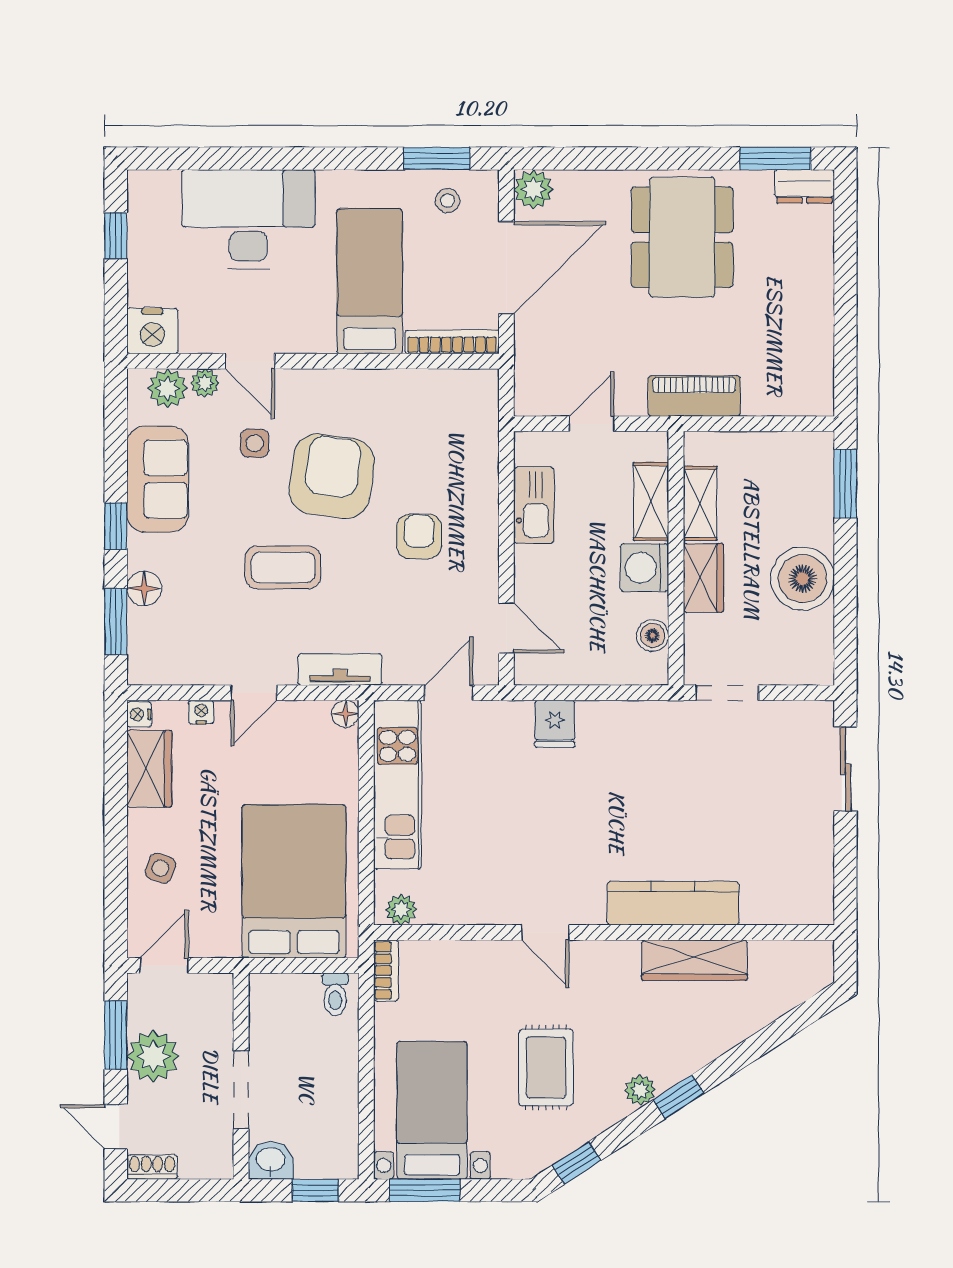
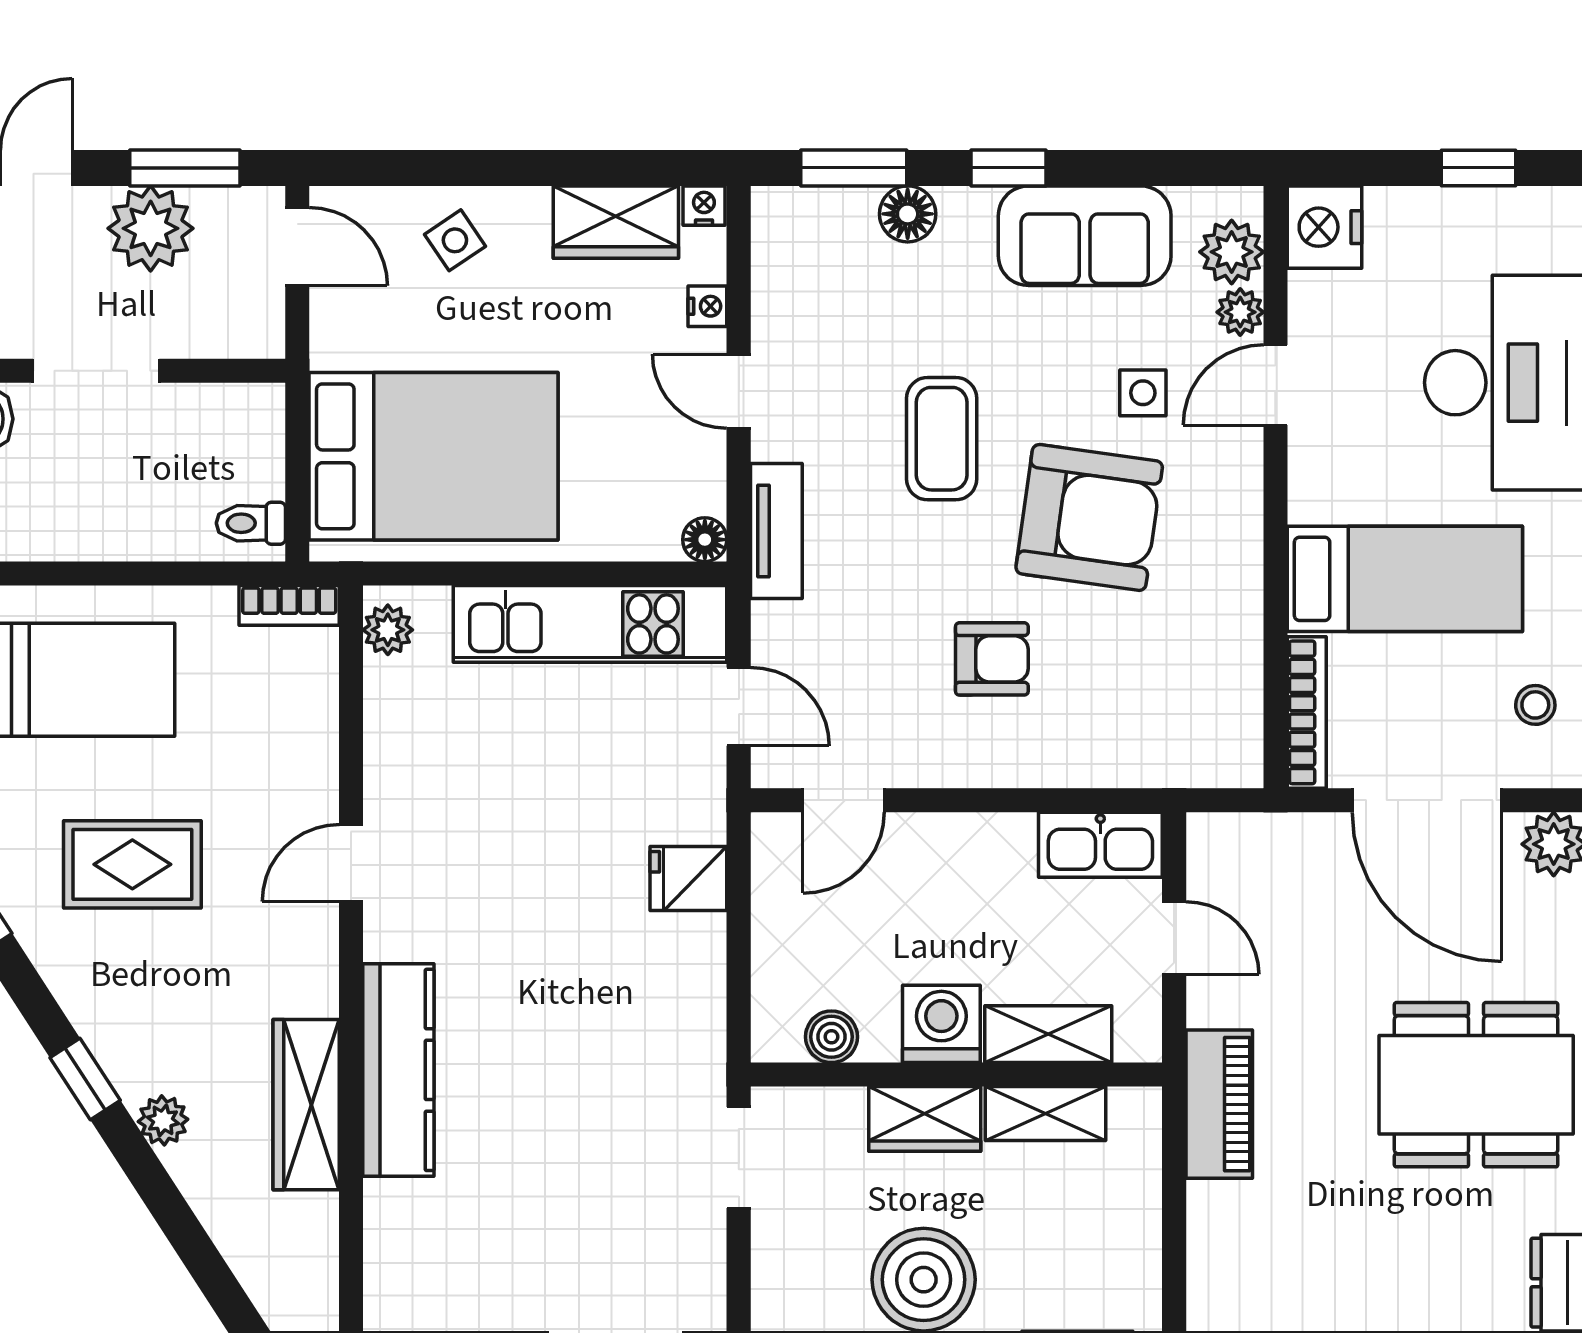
kitchen sink: (534, 505) -> (1100, 845), moved
side table: (160, 868) -> (455, 240), turned 36
plant: (640, 1090) -> (163, 1120), moved

